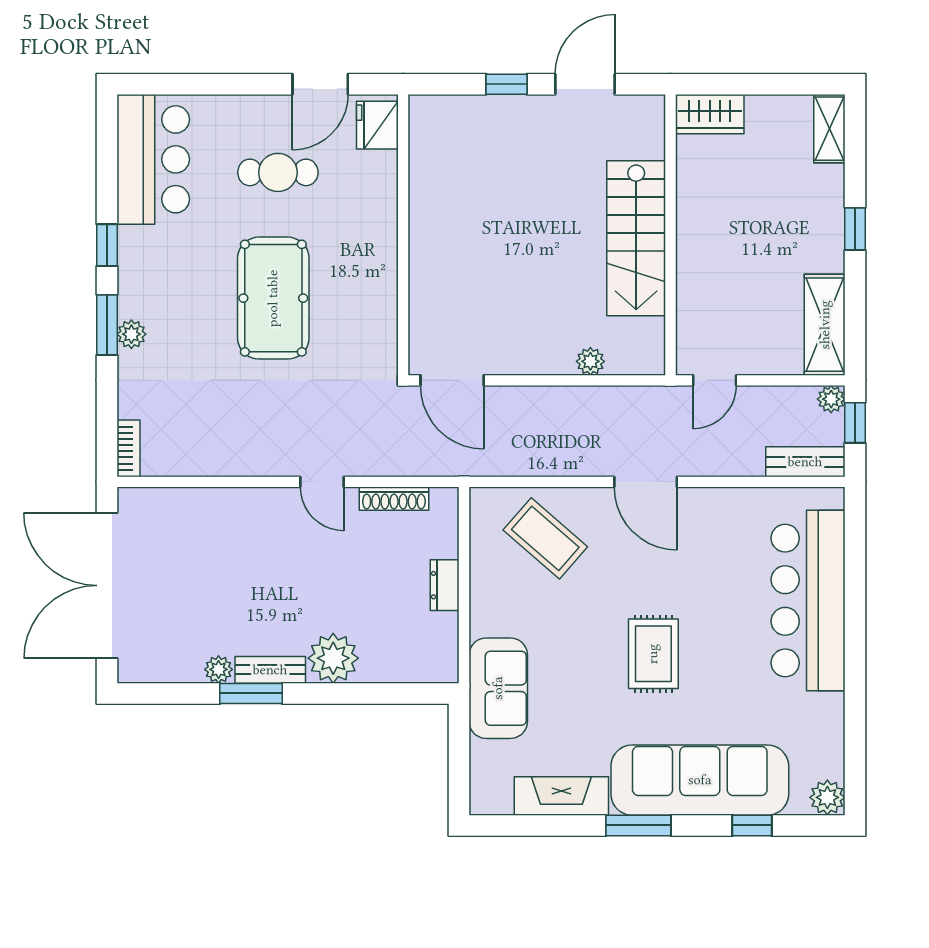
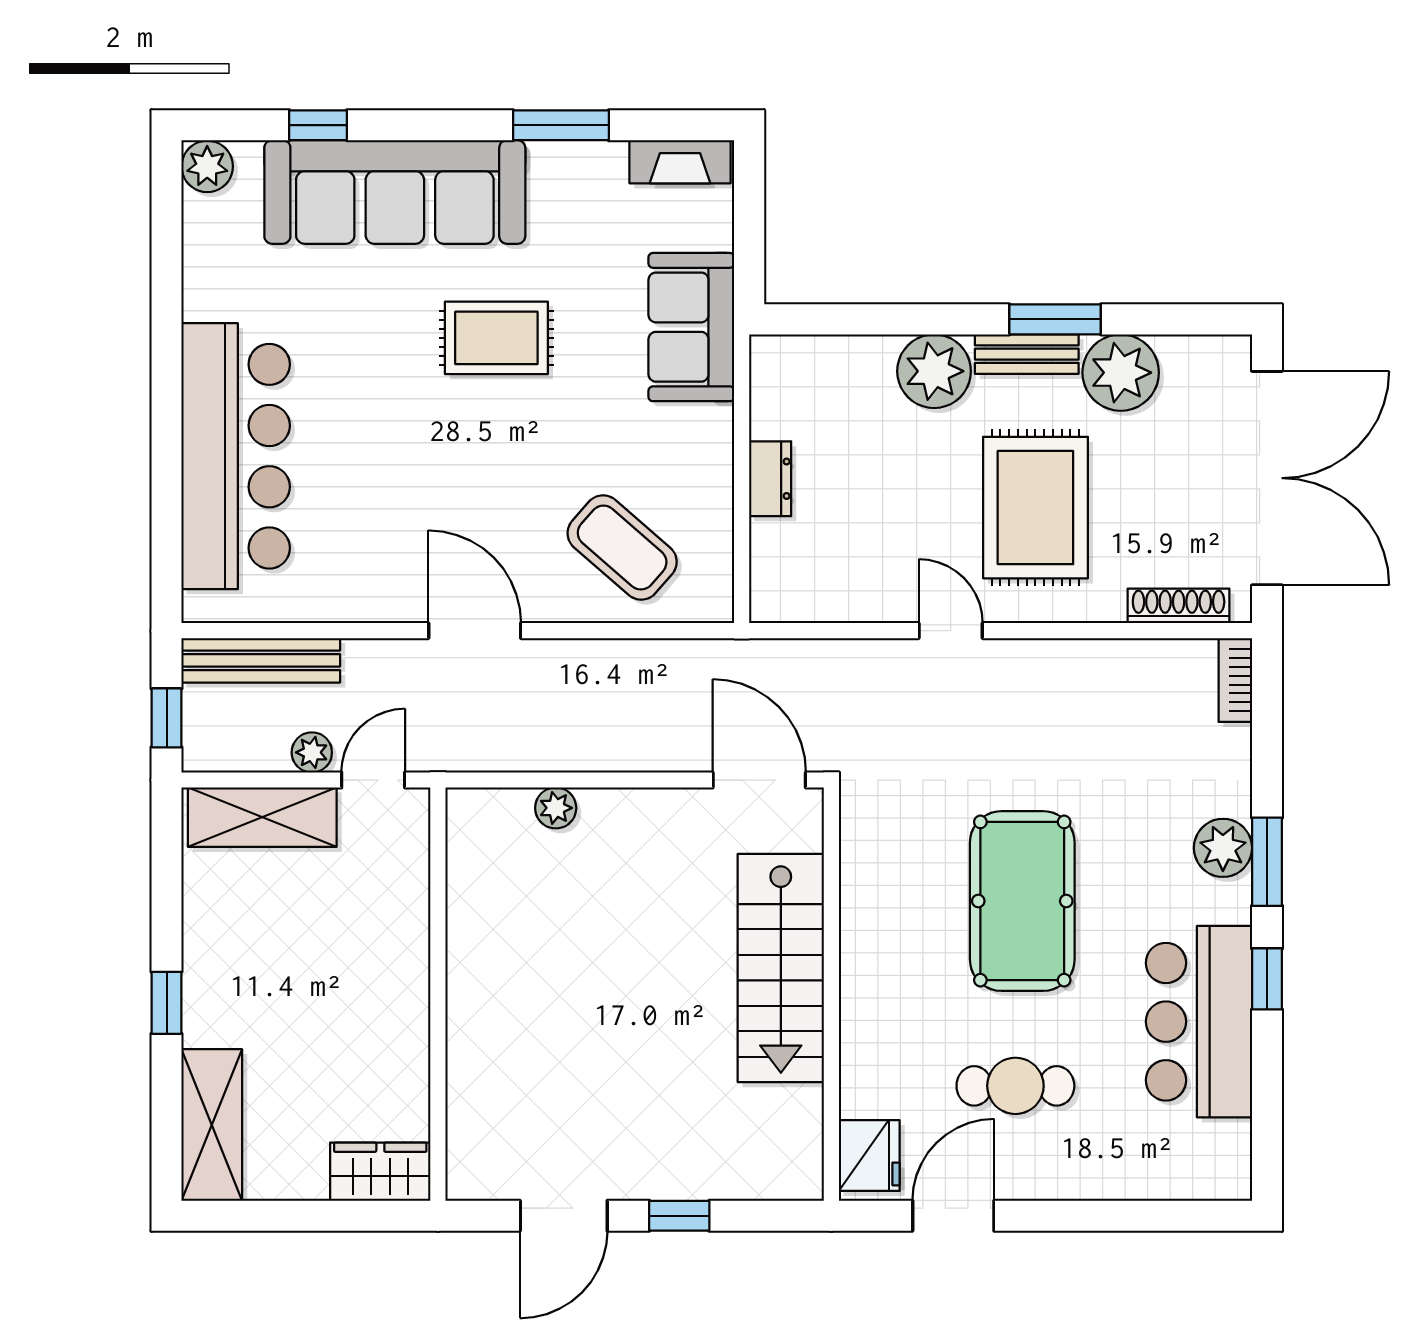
shelving: (829, 129) -> (212, 1125), width x1.50, depth x1.33
bar counter: (153, 159) -> (1199, 1022), moved
stairs: (636, 238) -> (781, 968), moved, turned 180
shelving: (825, 325) -> (262, 817), moved, turned 90
plant: (131, 334) -> (1223, 848), width x1.38, depth x1.38
plant: (831, 399) -> (312, 752), moved
bench: (805, 462) -> (261, 660), width x1.36
shoe rack: (394, 499) -> (1179, 606), moved
rug: (264, 566) -> (1035, 508), added
rug: (653, 654) -> (496, 338), moved, turned 90
plant: (219, 669) -> (1121, 373), width x1.88, depth x1.88
fireplace: (561, 796) -> (680, 162), moved, width x0.73, depth x0.76
window: (638, 825) -> (561, 125), moved

